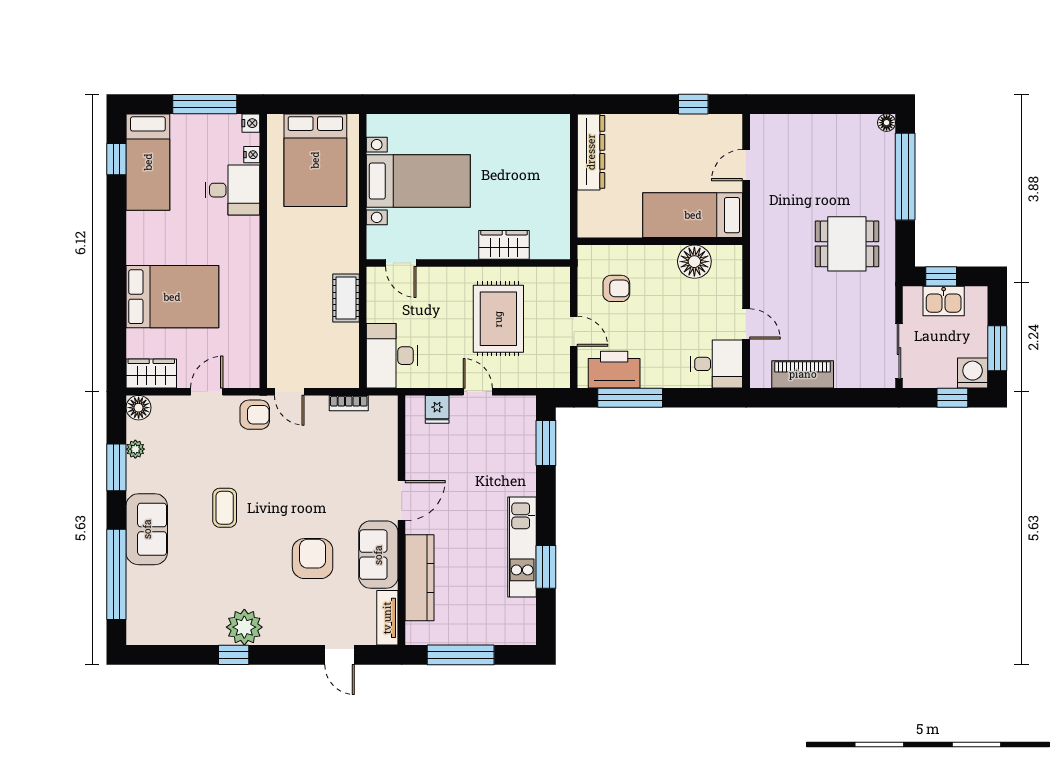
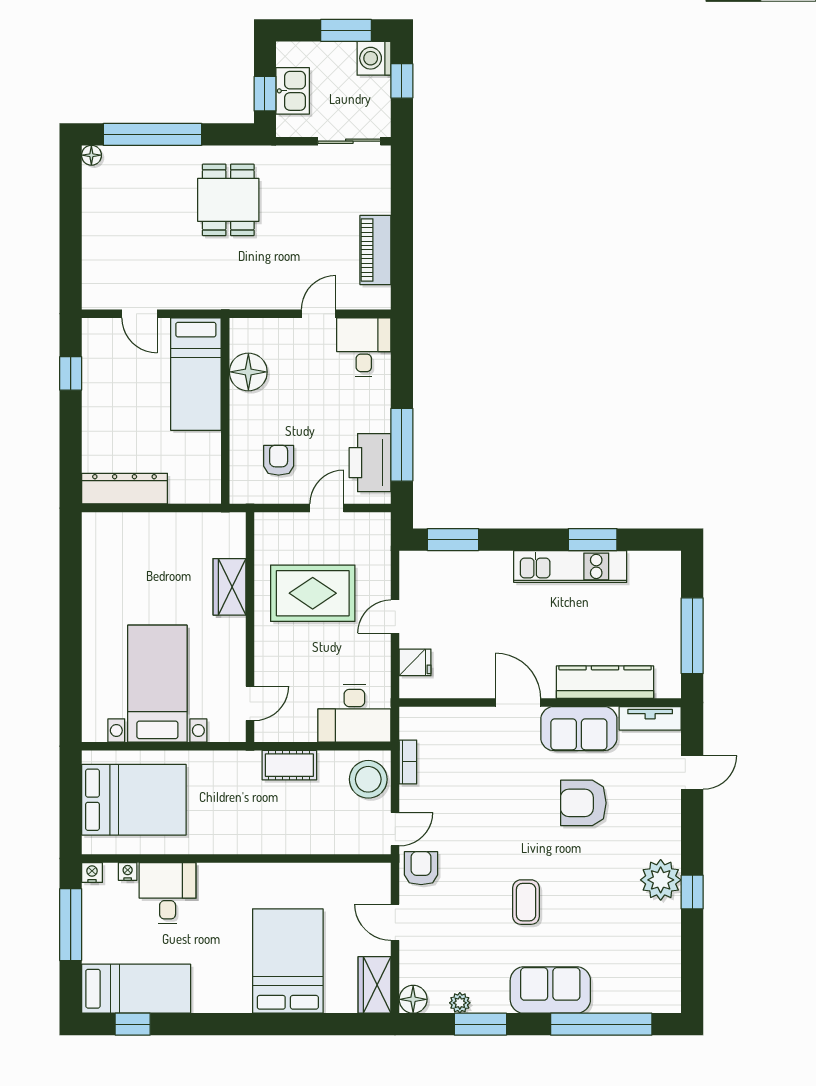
stool: (333, 368) -> (368, 779), added
coffee table: (225, 508) -> (526, 902), turned 90

